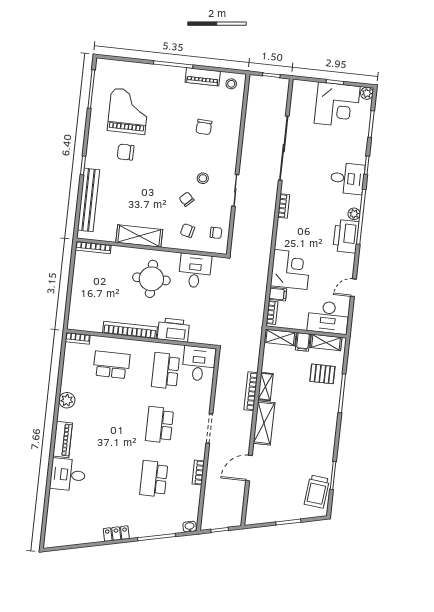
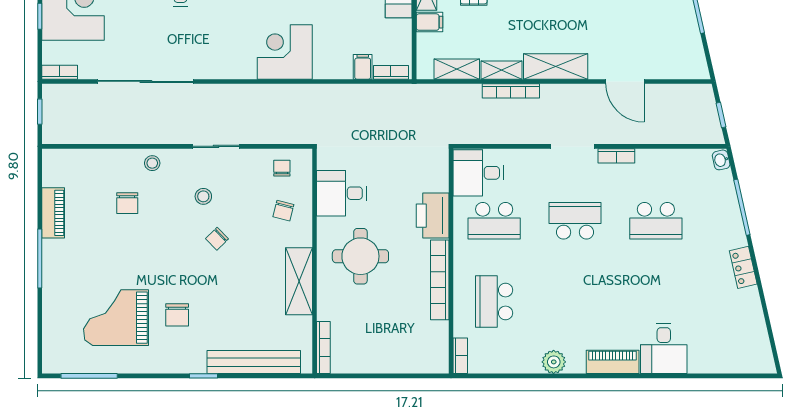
stool: (231, 84) -> (152, 163), moved
chair: (204, 127) -> (127, 203), turned 87
chair: (187, 199) -> (217, 239), moved
bookcase: (284, 206) -> (60, 72), moved
corner desk: (291, 269) -> (285, 52), moved
shelving: (280, 337) -> (457, 69), moved, turned 90
school desk: (160, 425) -> (575, 221), turned 180
bookcase: (198, 472) -> (616, 156), moved

